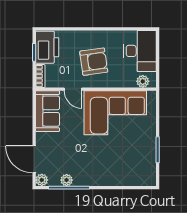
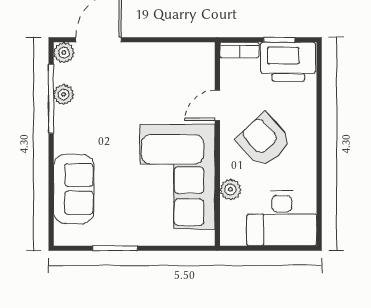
armchair: (94, 62) -> (264, 140), turned 145
plant: (143, 81) -> (230, 189), moved
sofa: (48, 111) -> (74, 189), moved, turned -90

